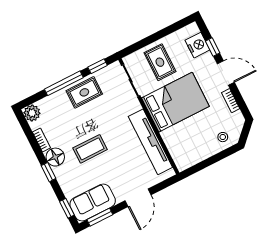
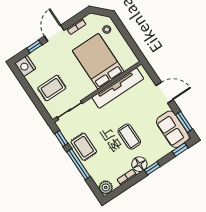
nightstand: (198, 45) -> (25, 66), moved, turned -90
bed: (175, 102) -> (98, 61), moved

